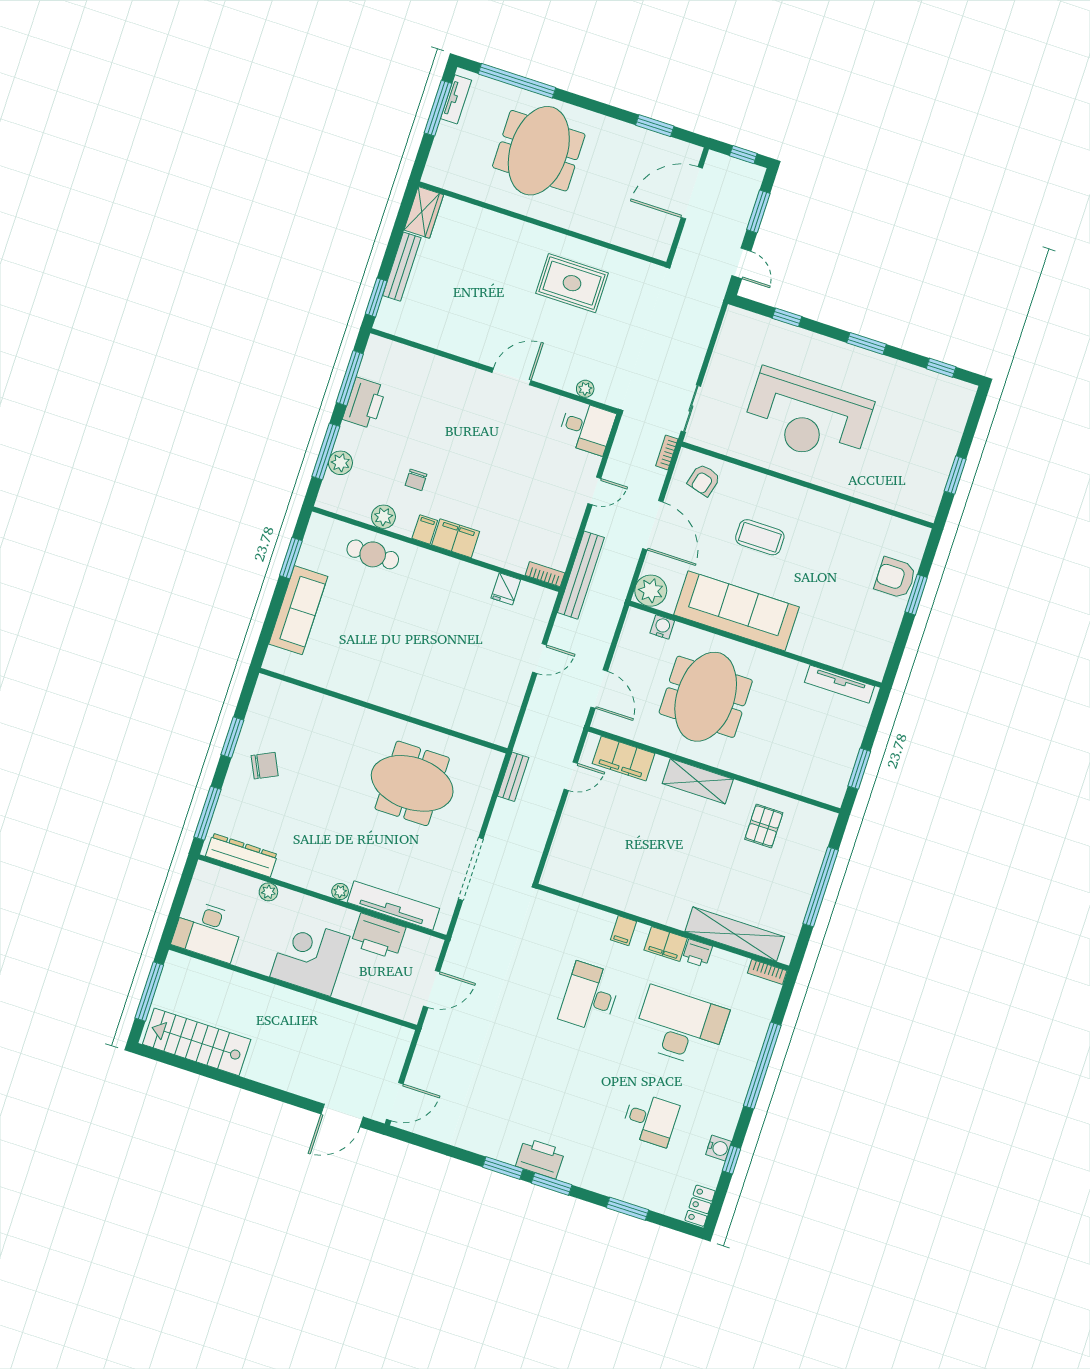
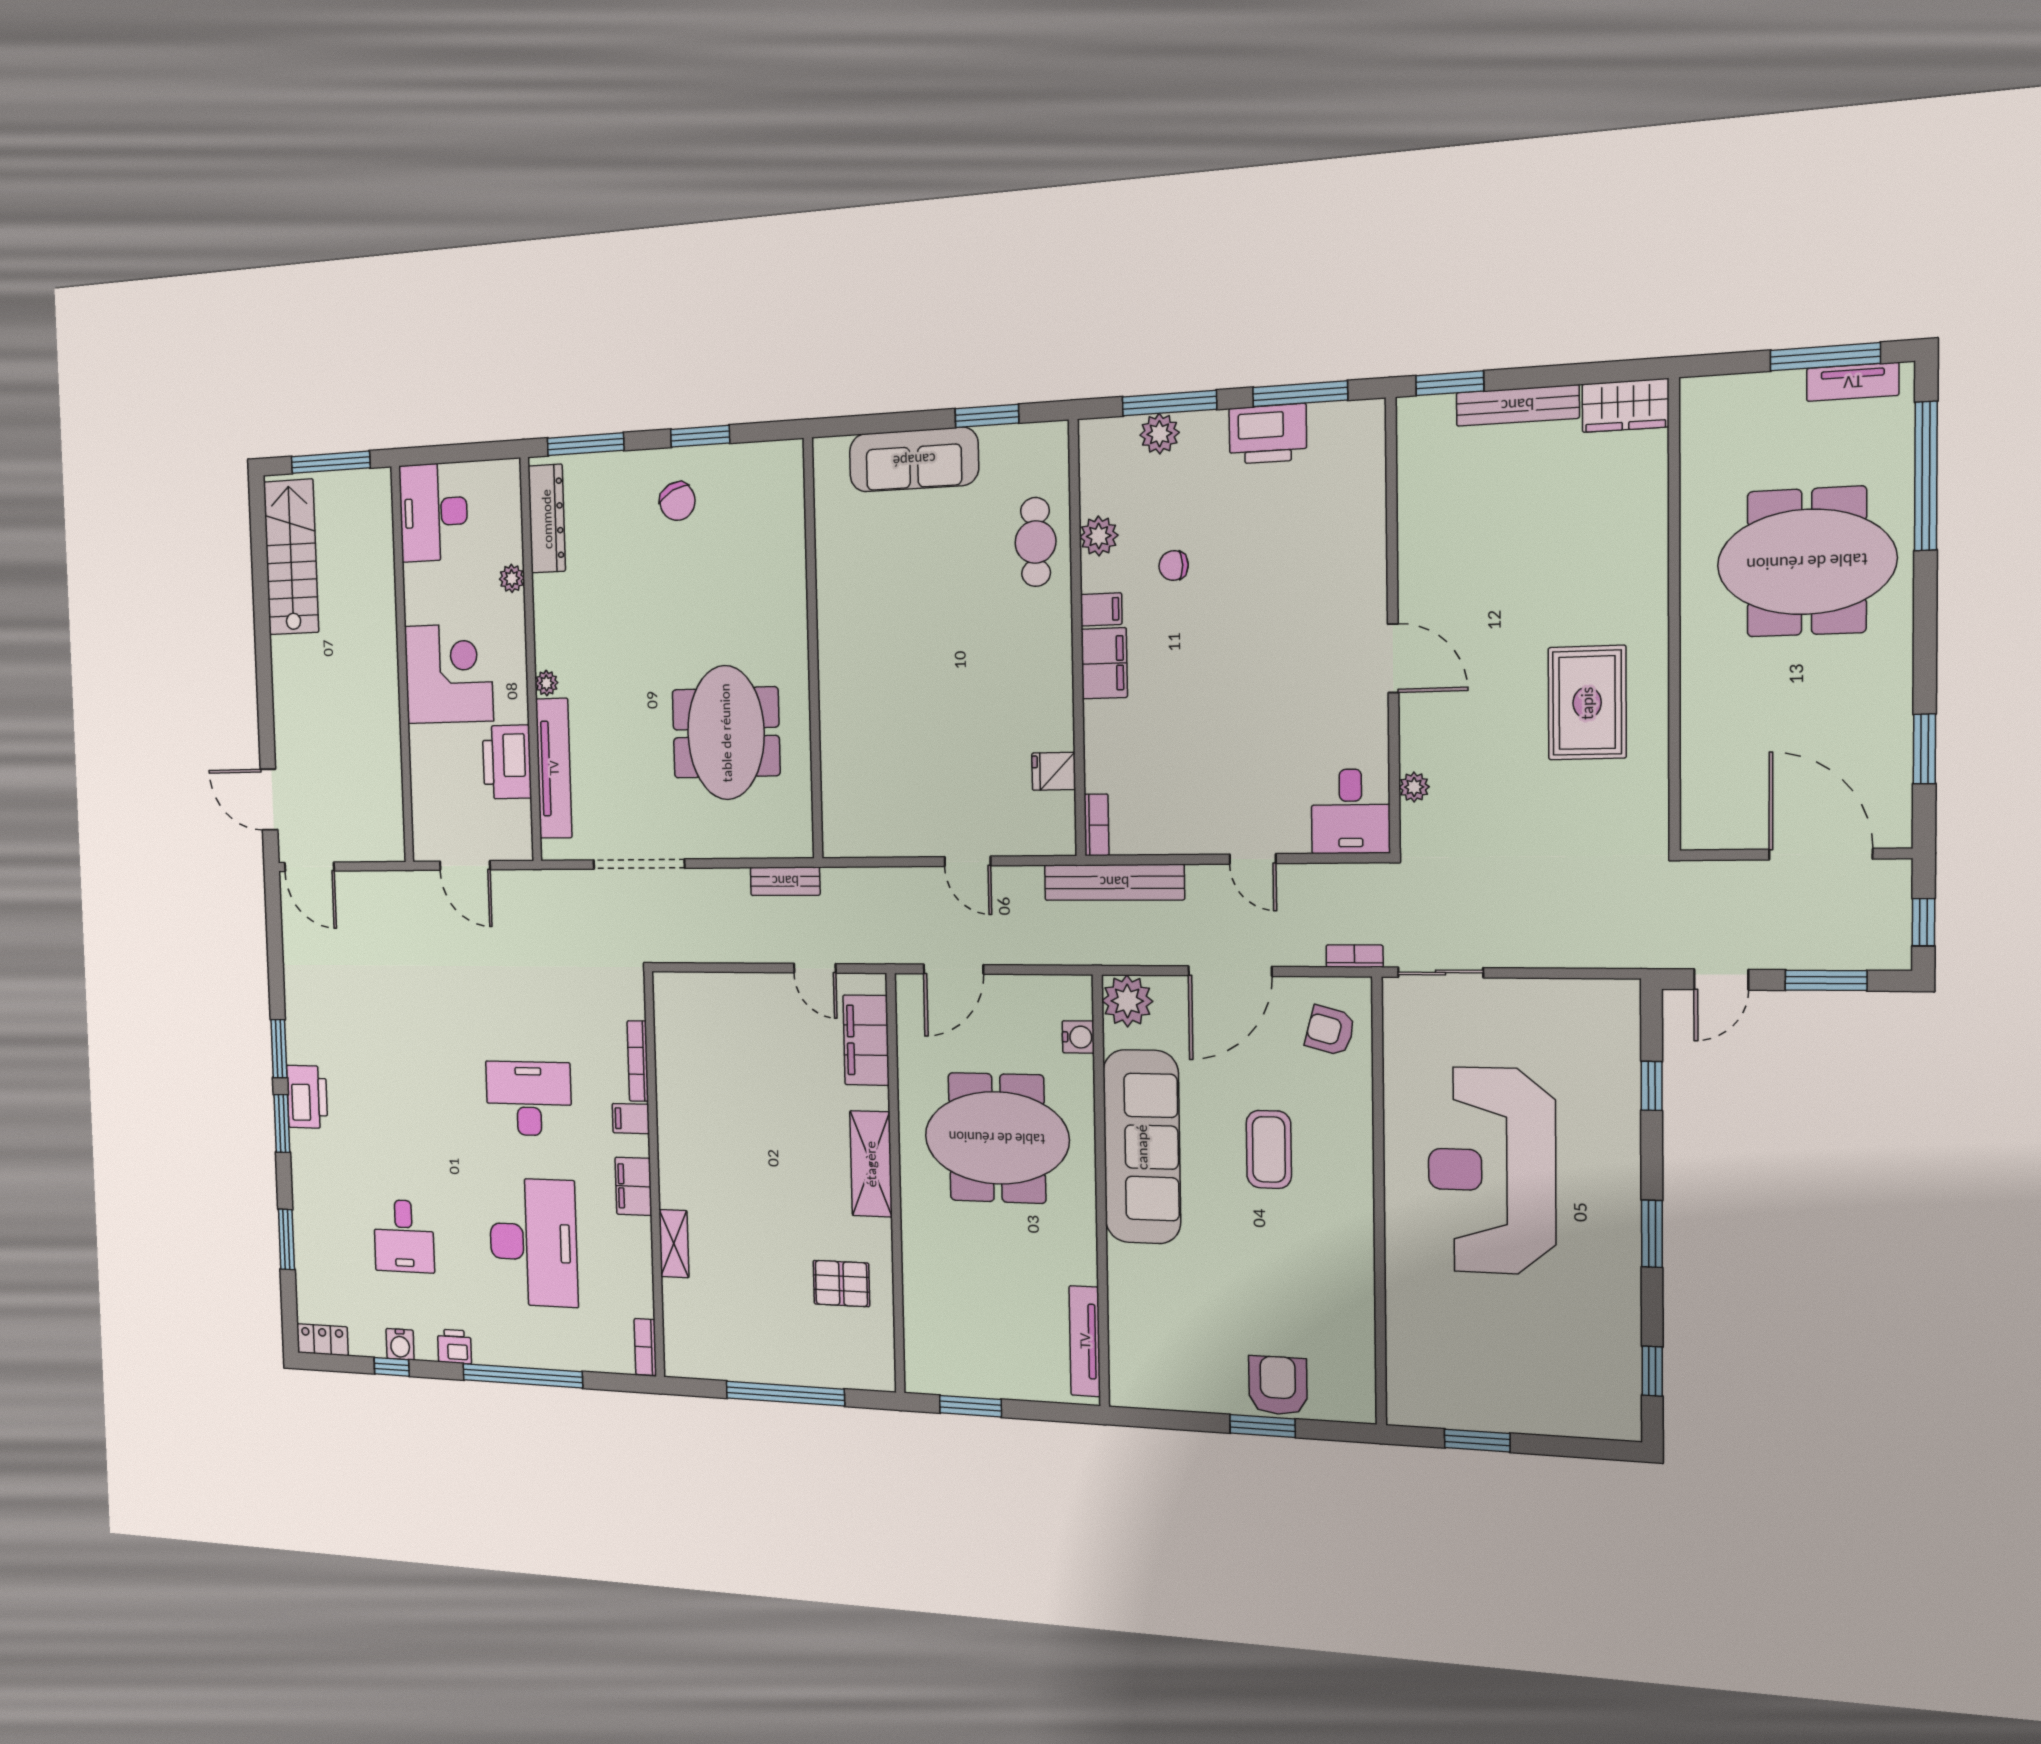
bookcase: (590, 913) -> (638, 1061), added
shelving: (735, 934) -> (674, 1244), width x0.45, depth x0.75
printer: (697, 953) -> (455, 1346), moved, turned 90

